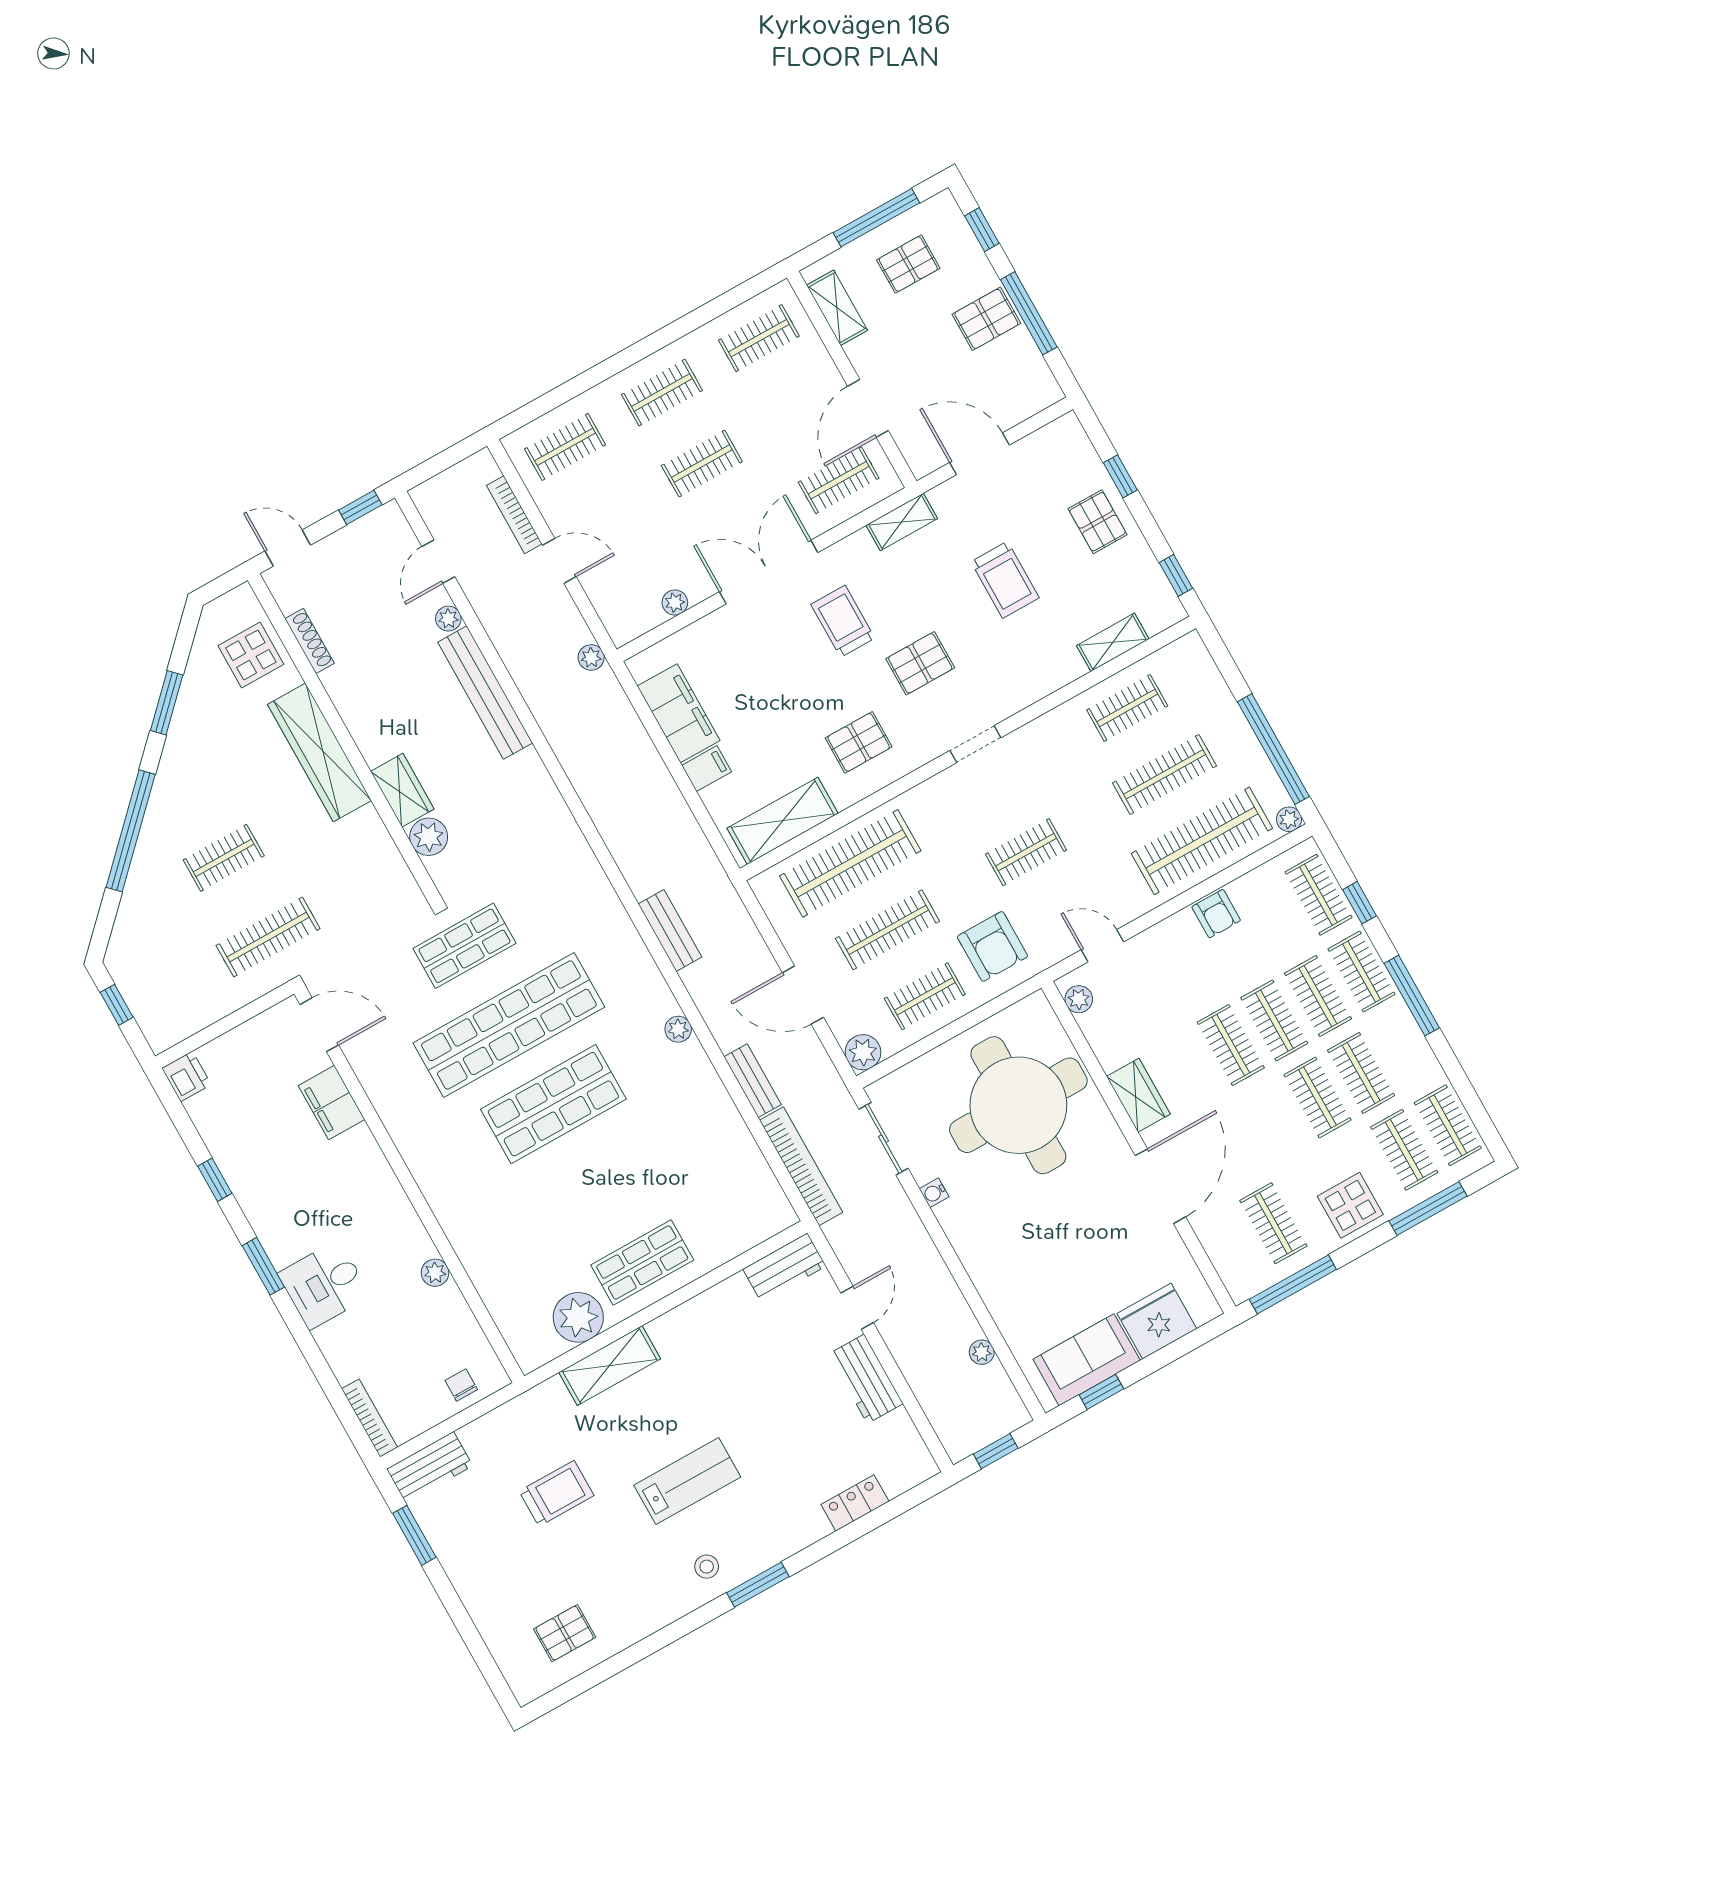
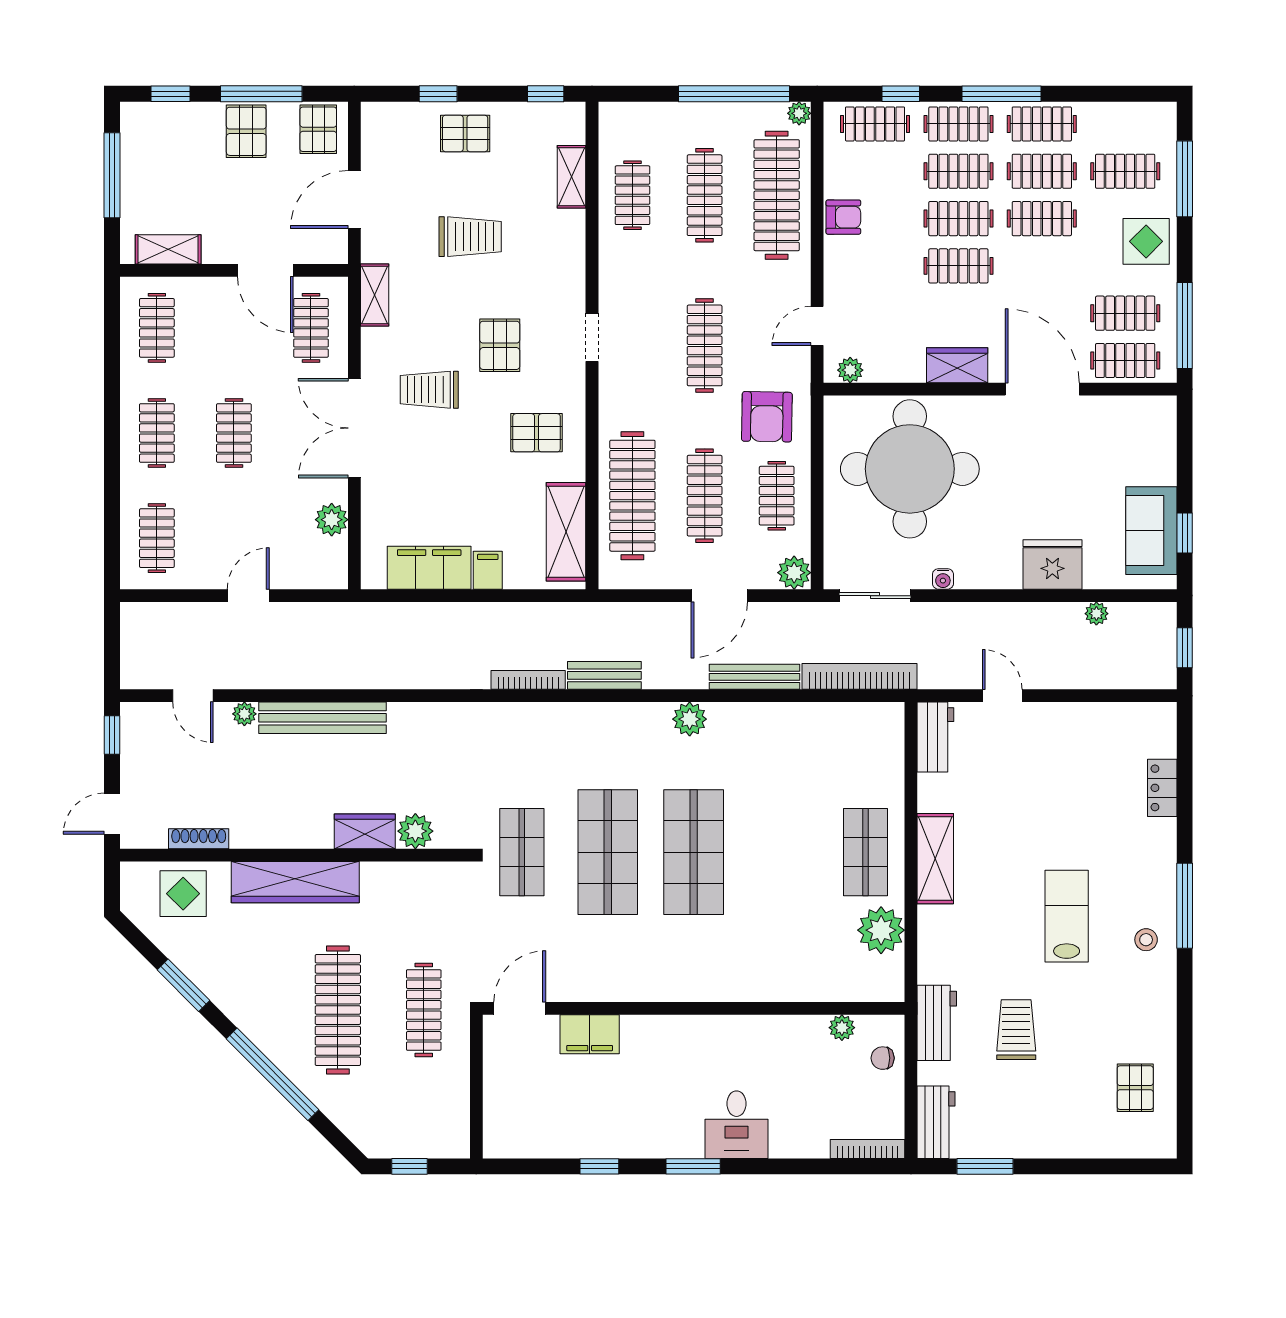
pallet: (908, 264) -> (318, 129), moved
bookcase: (514, 515) -> (528, 680), moved, turned 180
plant: (675, 603) -> (332, 520), width x1.38, depth x1.38
plant: (591, 657) -> (343, 614), removed
pallet: (859, 742) -> (537, 433), turned 90
clothes rail: (1026, 852) -> (705, 345), width x1.36
clothes rail: (224, 858) -> (338, 1010), width x1.86, depth x1.31
armchair: (992, 946) -> (767, 417), turned 91
shop shelf: (509, 1025) -> (608, 852), width x0.71
plant: (678, 1029) -> (690, 719), width x1.38, depth x1.38
printer: (186, 1076) -> (501, 1142), removed
bench: (753, 1081) -> (754, 677), width x1.36
clothes rail: (1448, 1125) -> (1042, 124), moved
clothes rail: (1230, 1248) -> (1125, 361), added
plant: (435, 1273) -> (842, 1028), moved
fridge: (1157, 1321) -> (1052, 564), moved, turned 90
shelving: (610, 1366) -> (935, 859), moved
workbench: (866, 1379) -> (937, 1023), moved, turned -90
window: (758, 1585) -> (1185, 906), width x1.44

